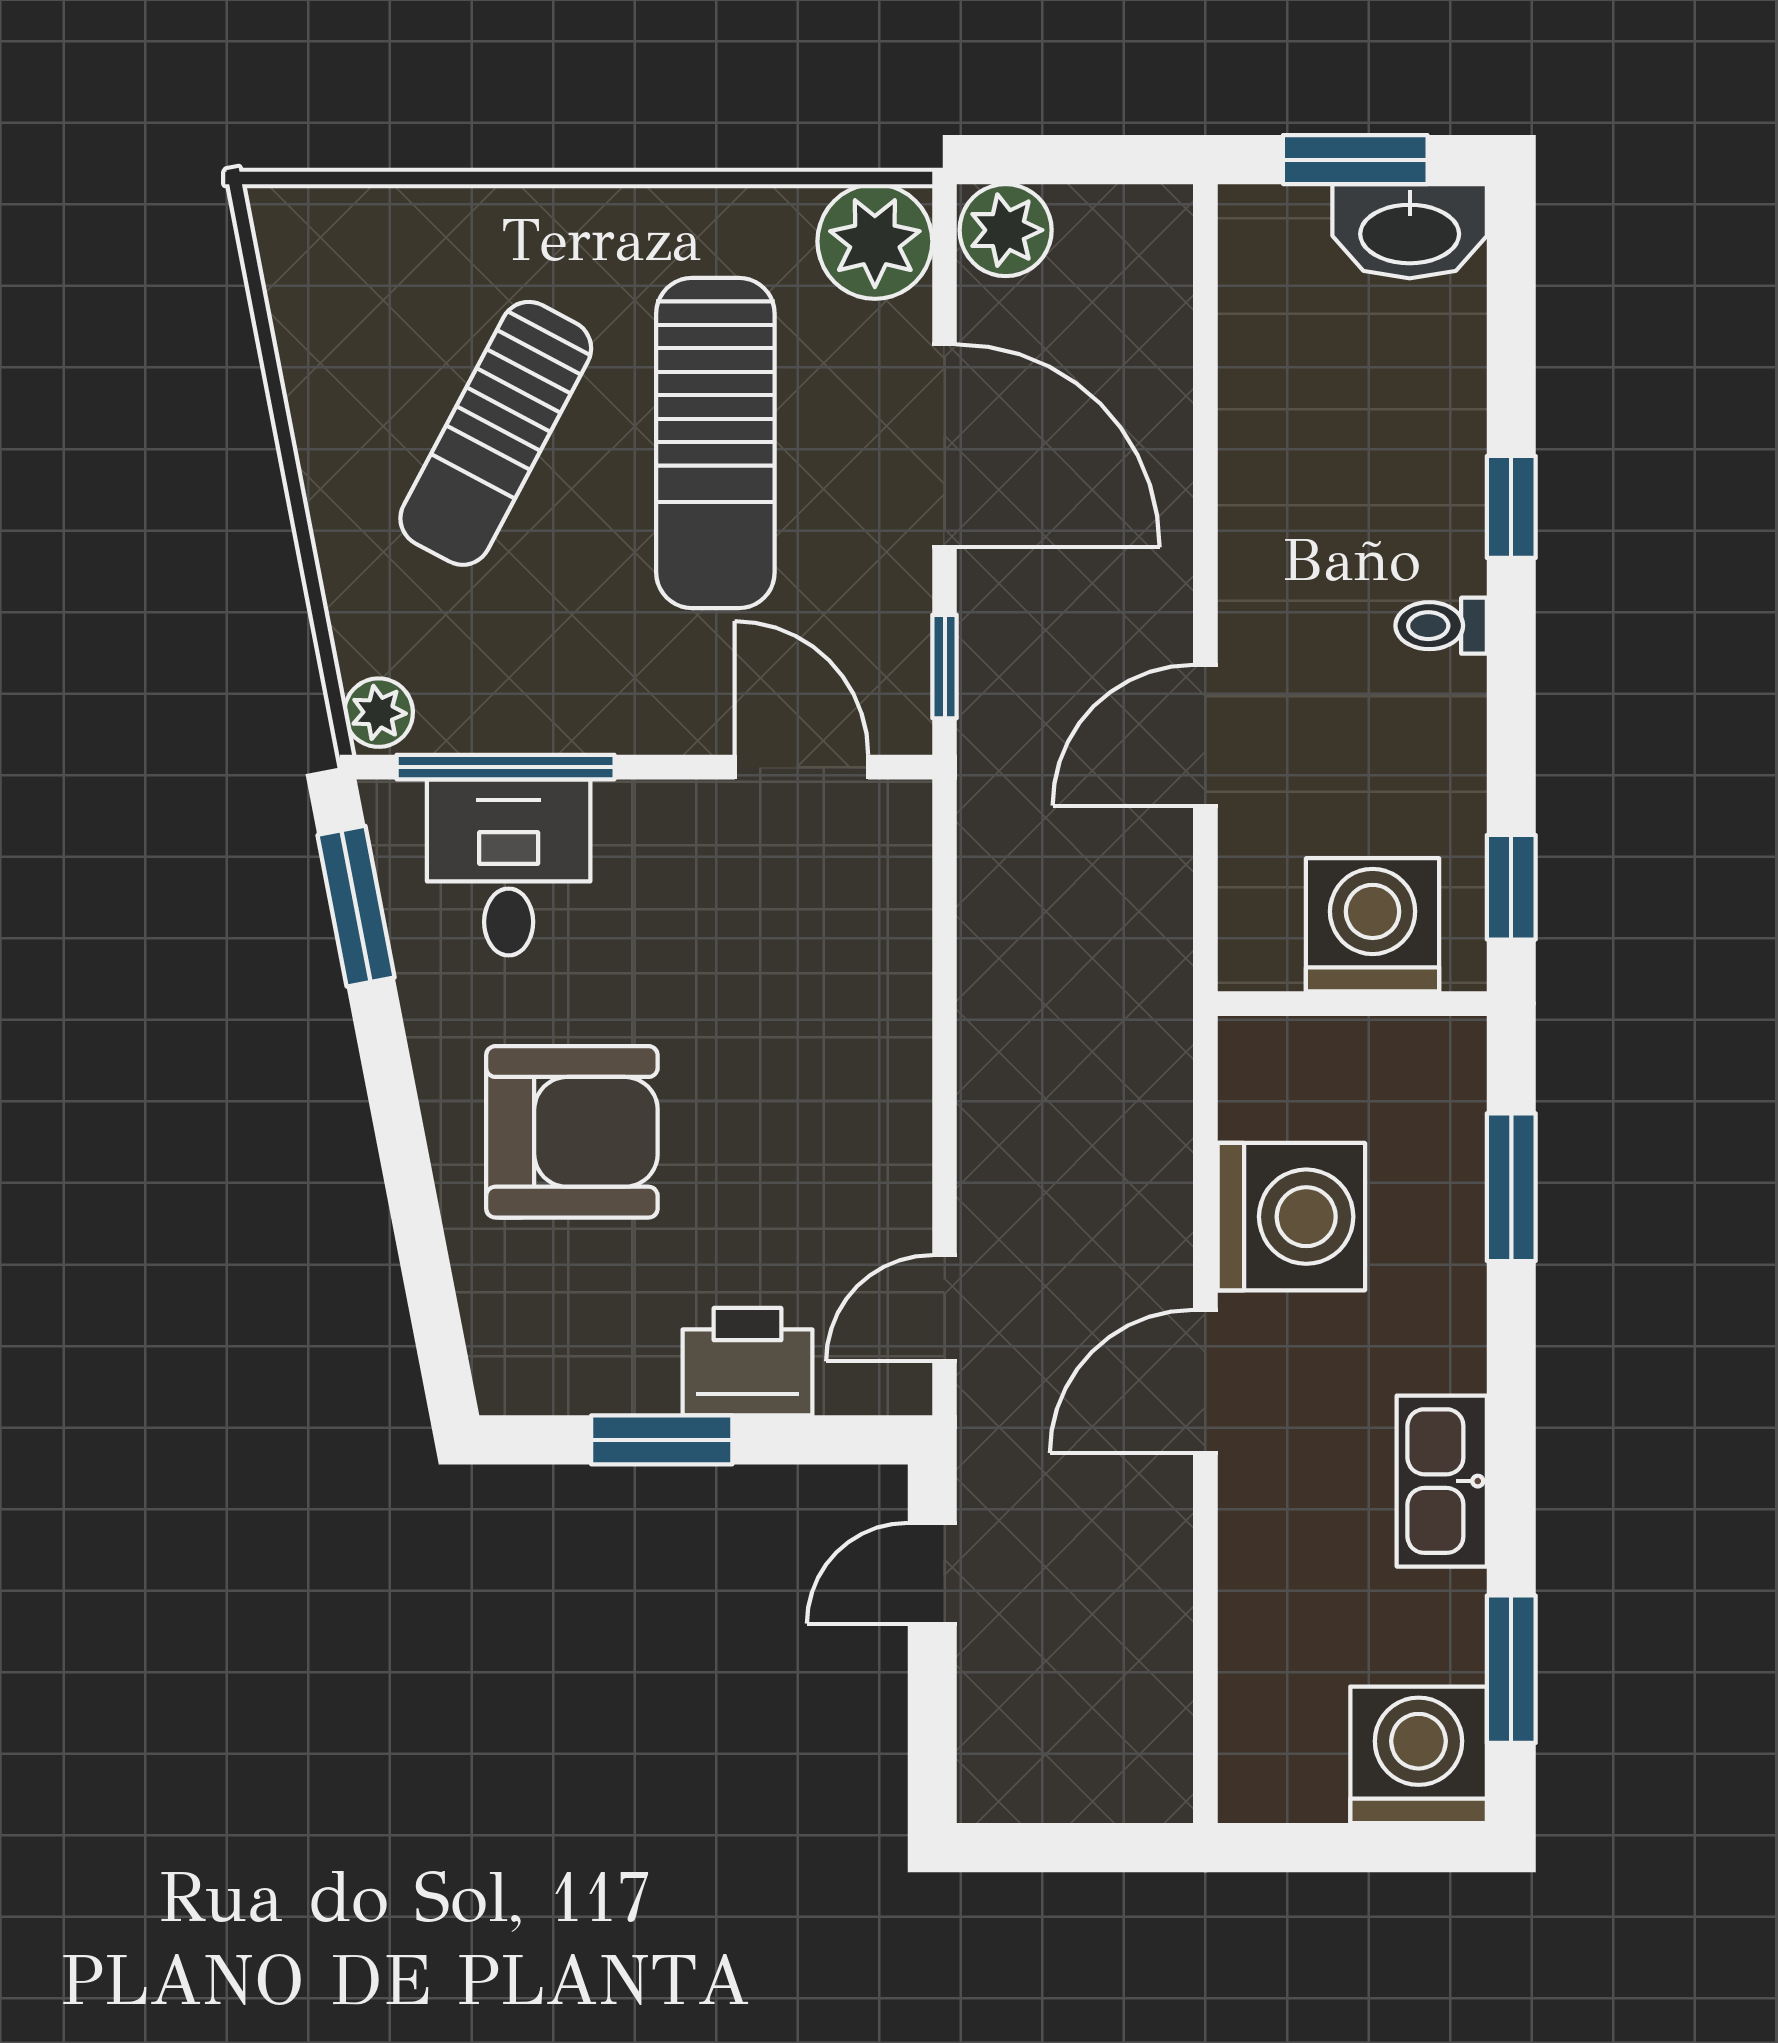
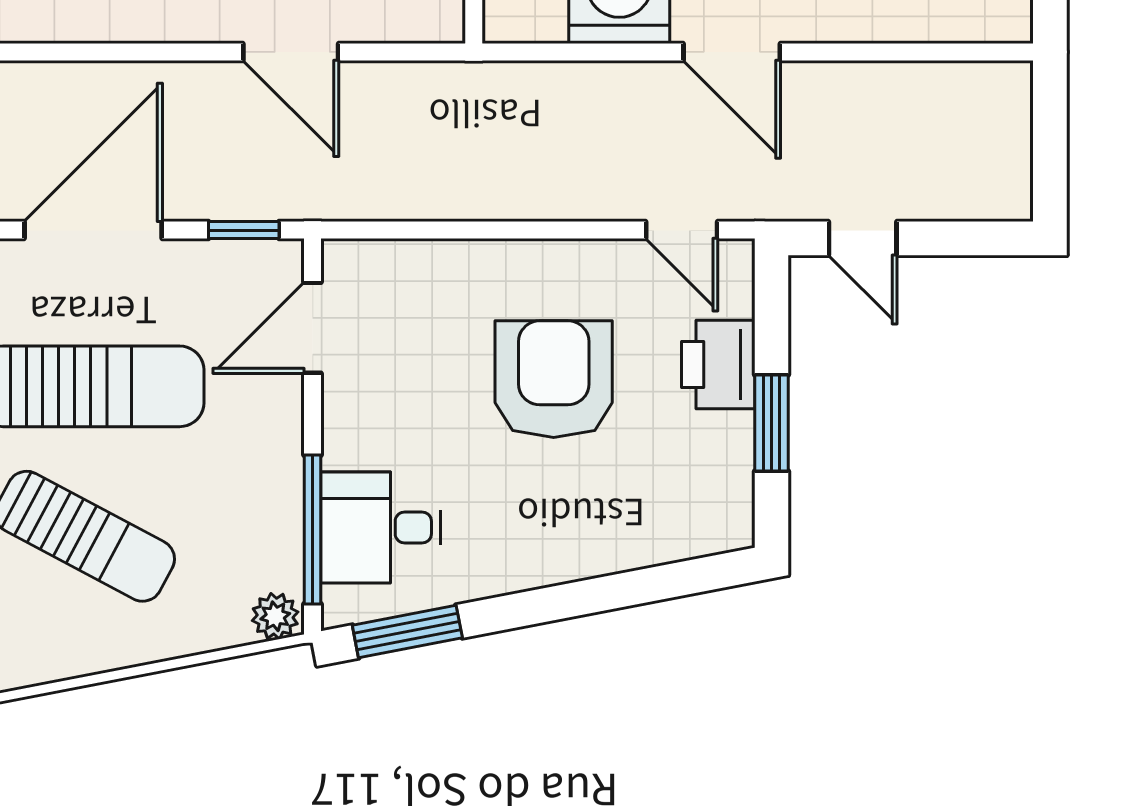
armchair: (572, 1132) -> (554, 379), moved

